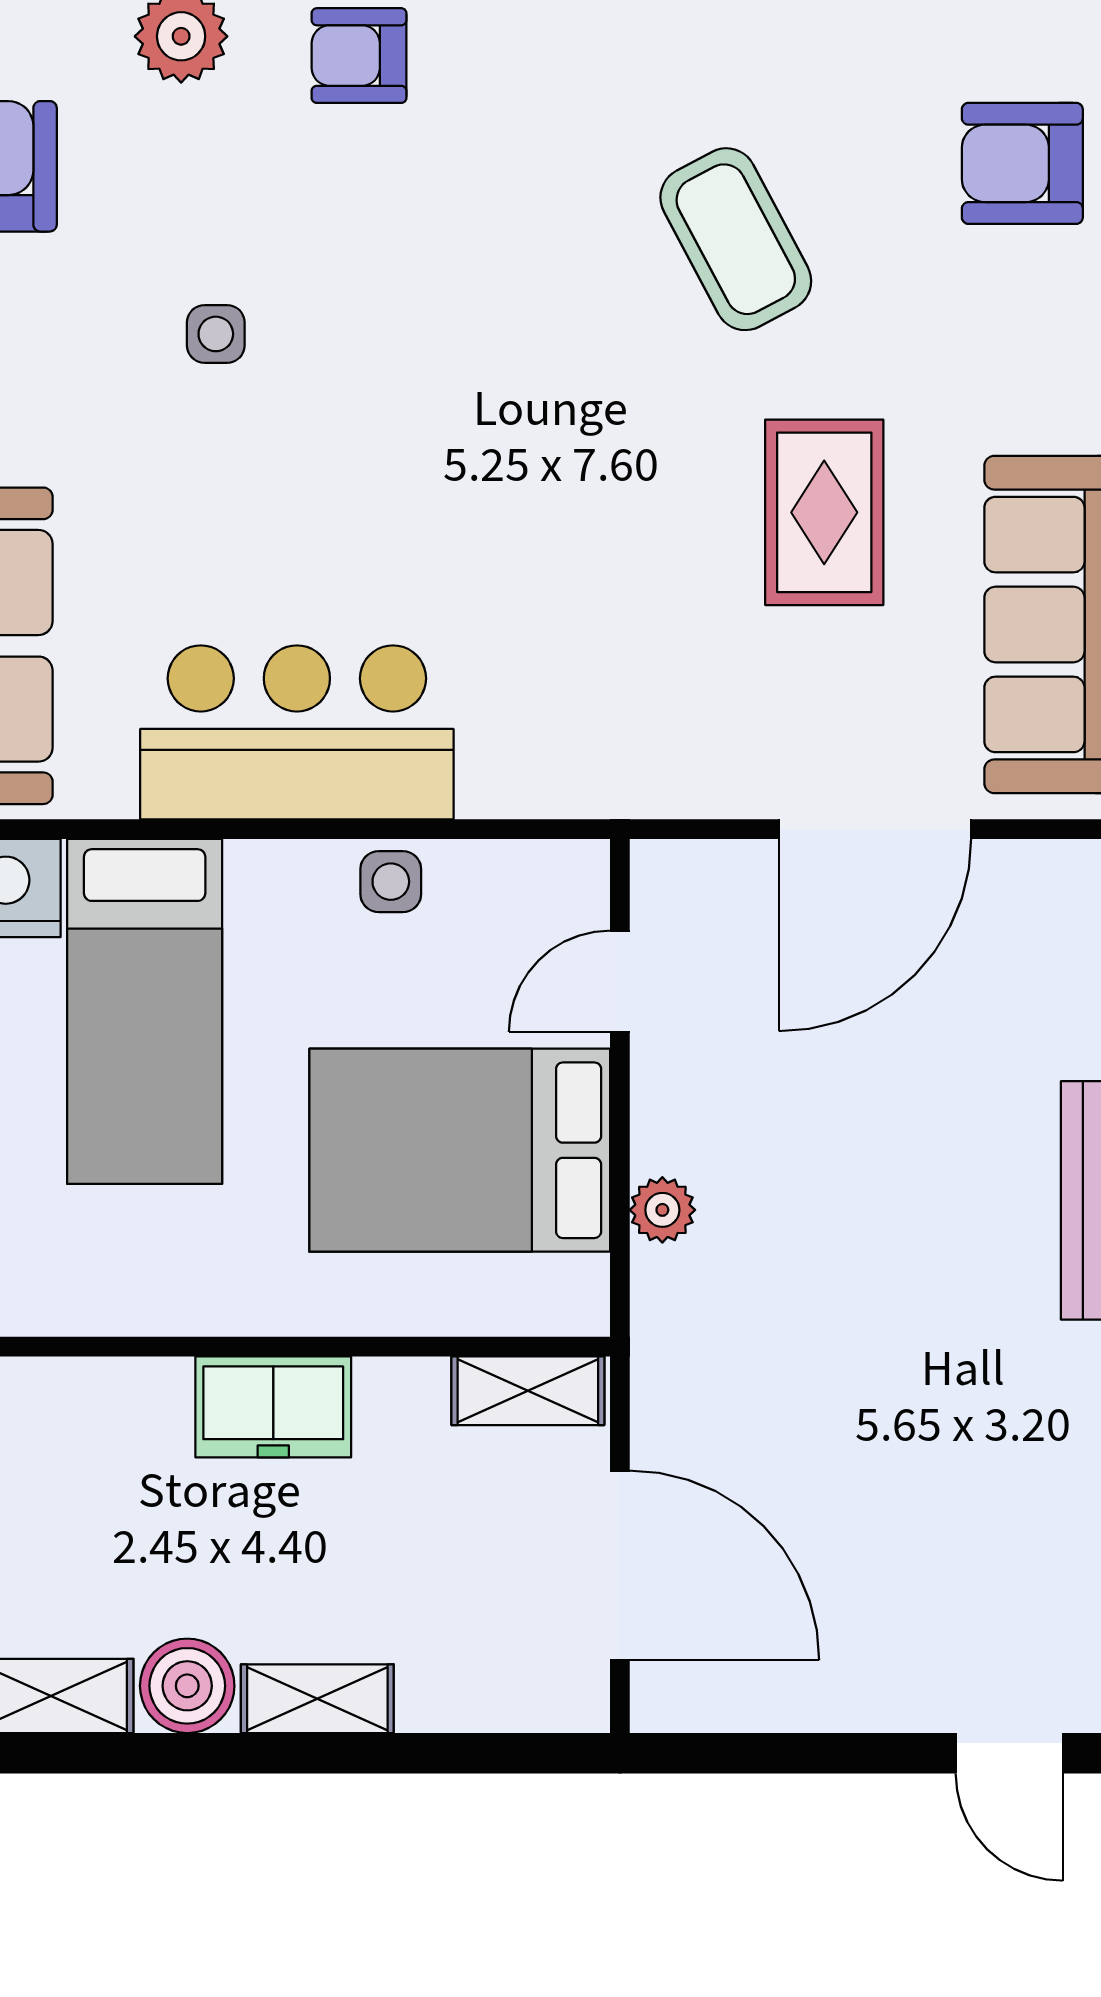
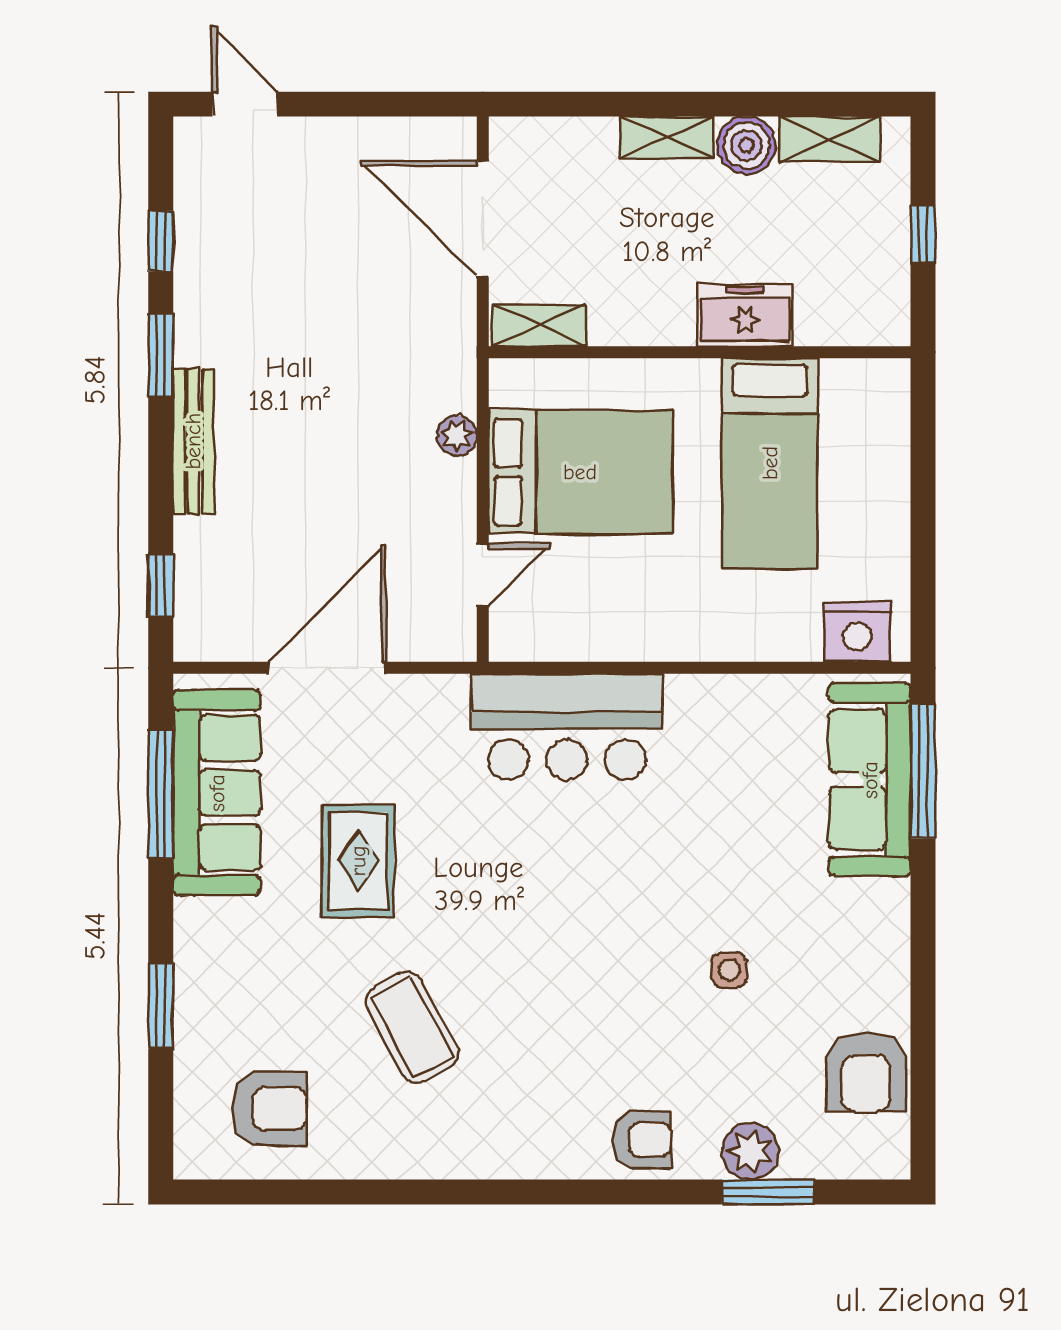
armchair: (1022, 163) -> (269, 1109), moved
bar counter: (297, 732) -> (567, 727), moved
side table: (391, 882) -> (622, 636), removed
bed: (145, 1011) -> (770, 463), moved, turned 180
freezer: (273, 1407) -> (745, 315), moved

